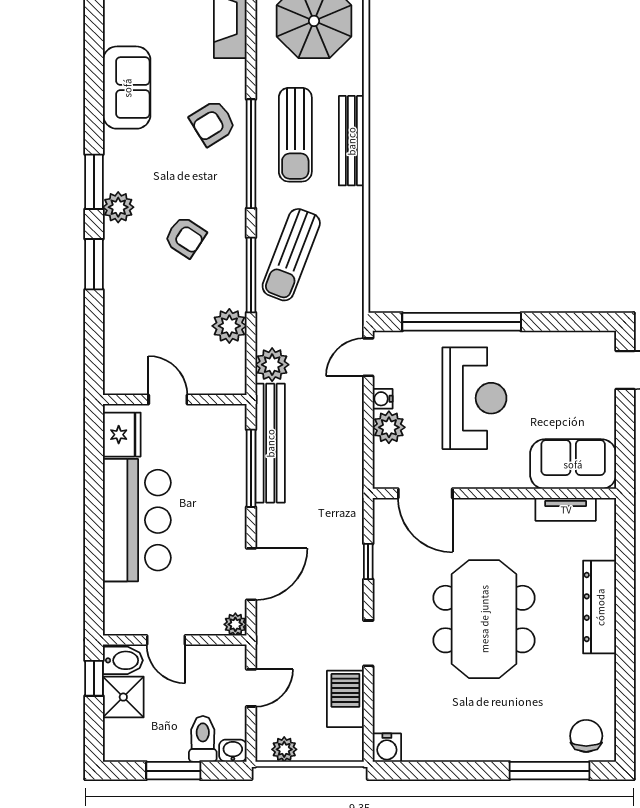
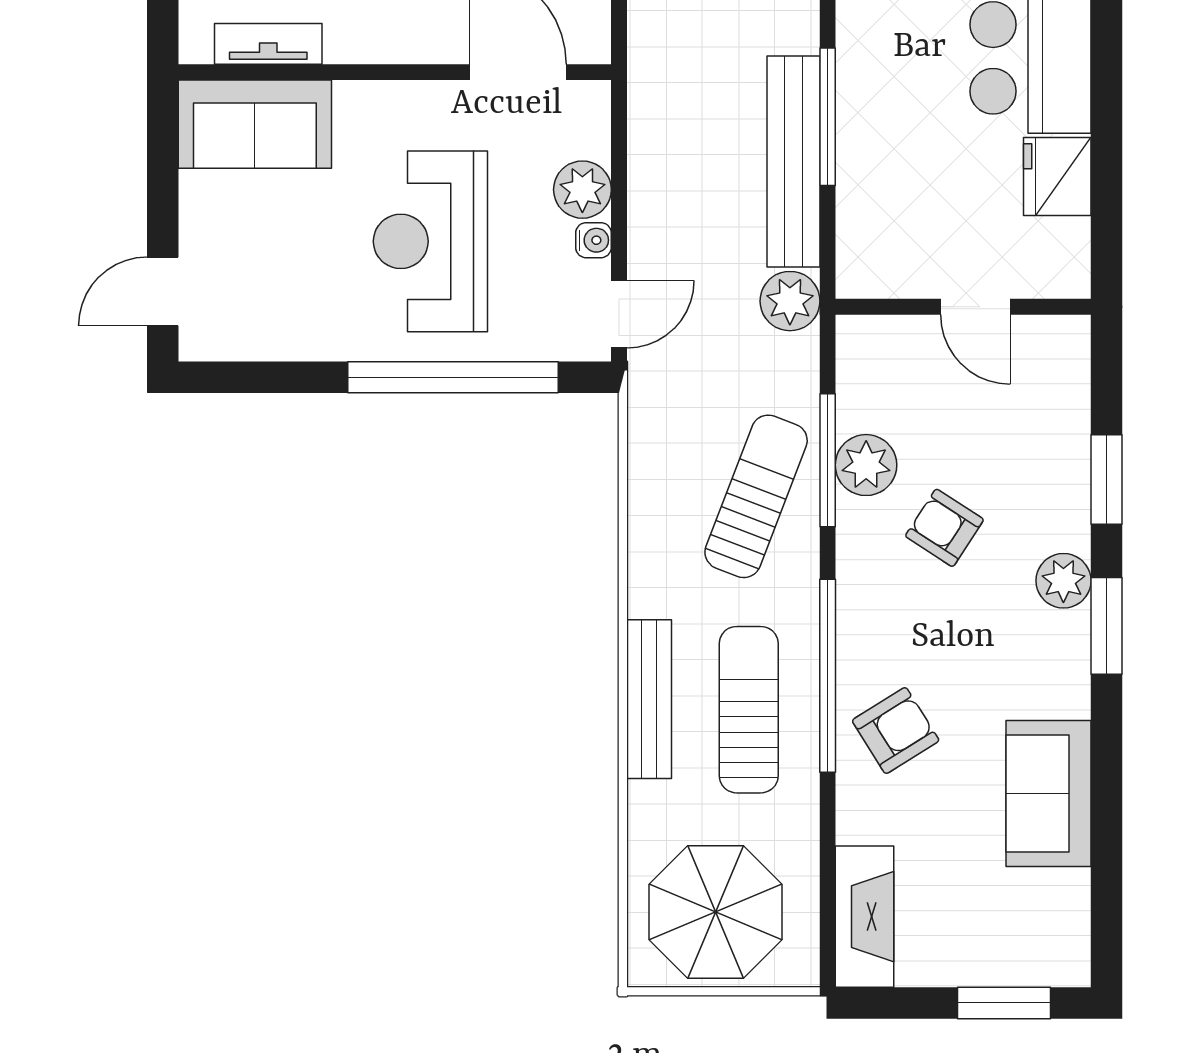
plant: (229, 326) -> (866, 465), moved
door: (168, 399) -> (975, 307), moved
wall: (175, 399) -> (963, 307), moved

